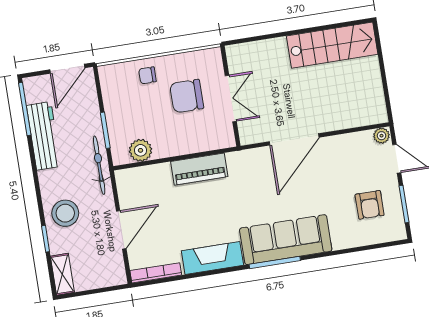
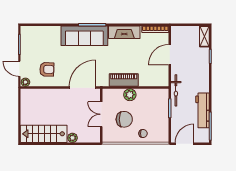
plant: (277, 46) -> (72, 138), added
door: (294, 139) -> (82, 88), moved
plant: (141, 150) -> (130, 95), moved
armchair: (370, 205) -> (47, 69), moved, turned 92
stool: (65, 213) -> (198, 68), removed

